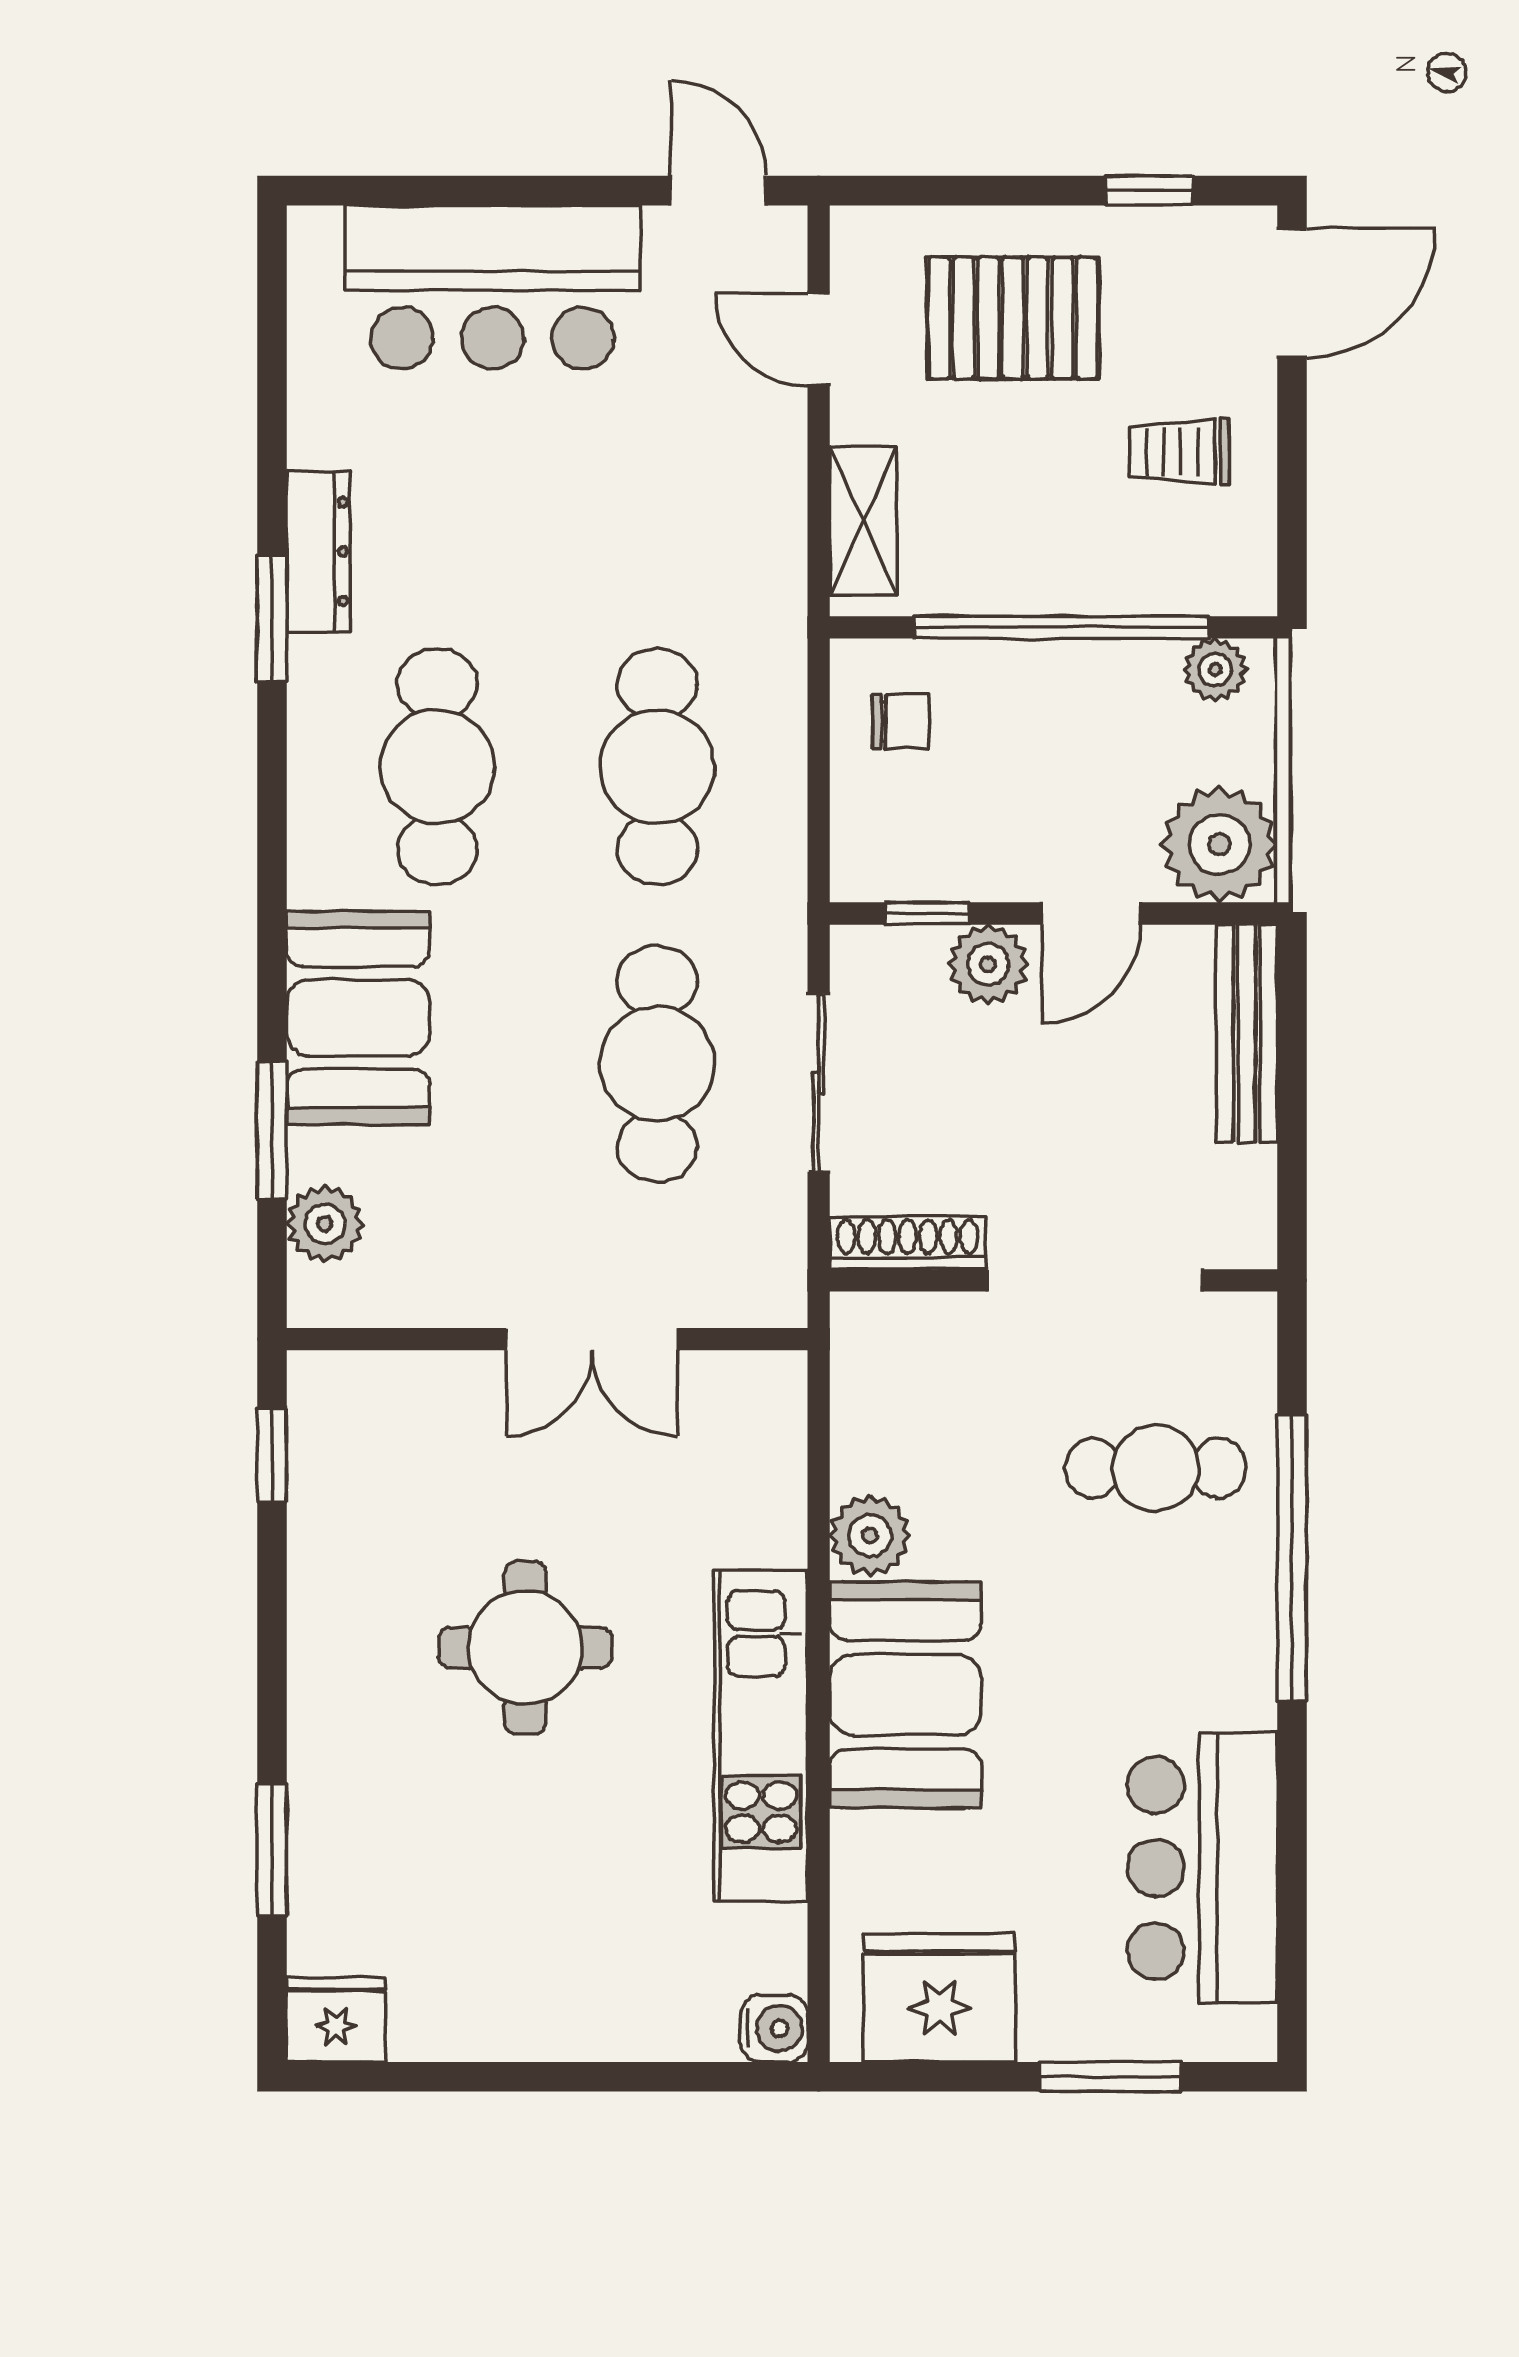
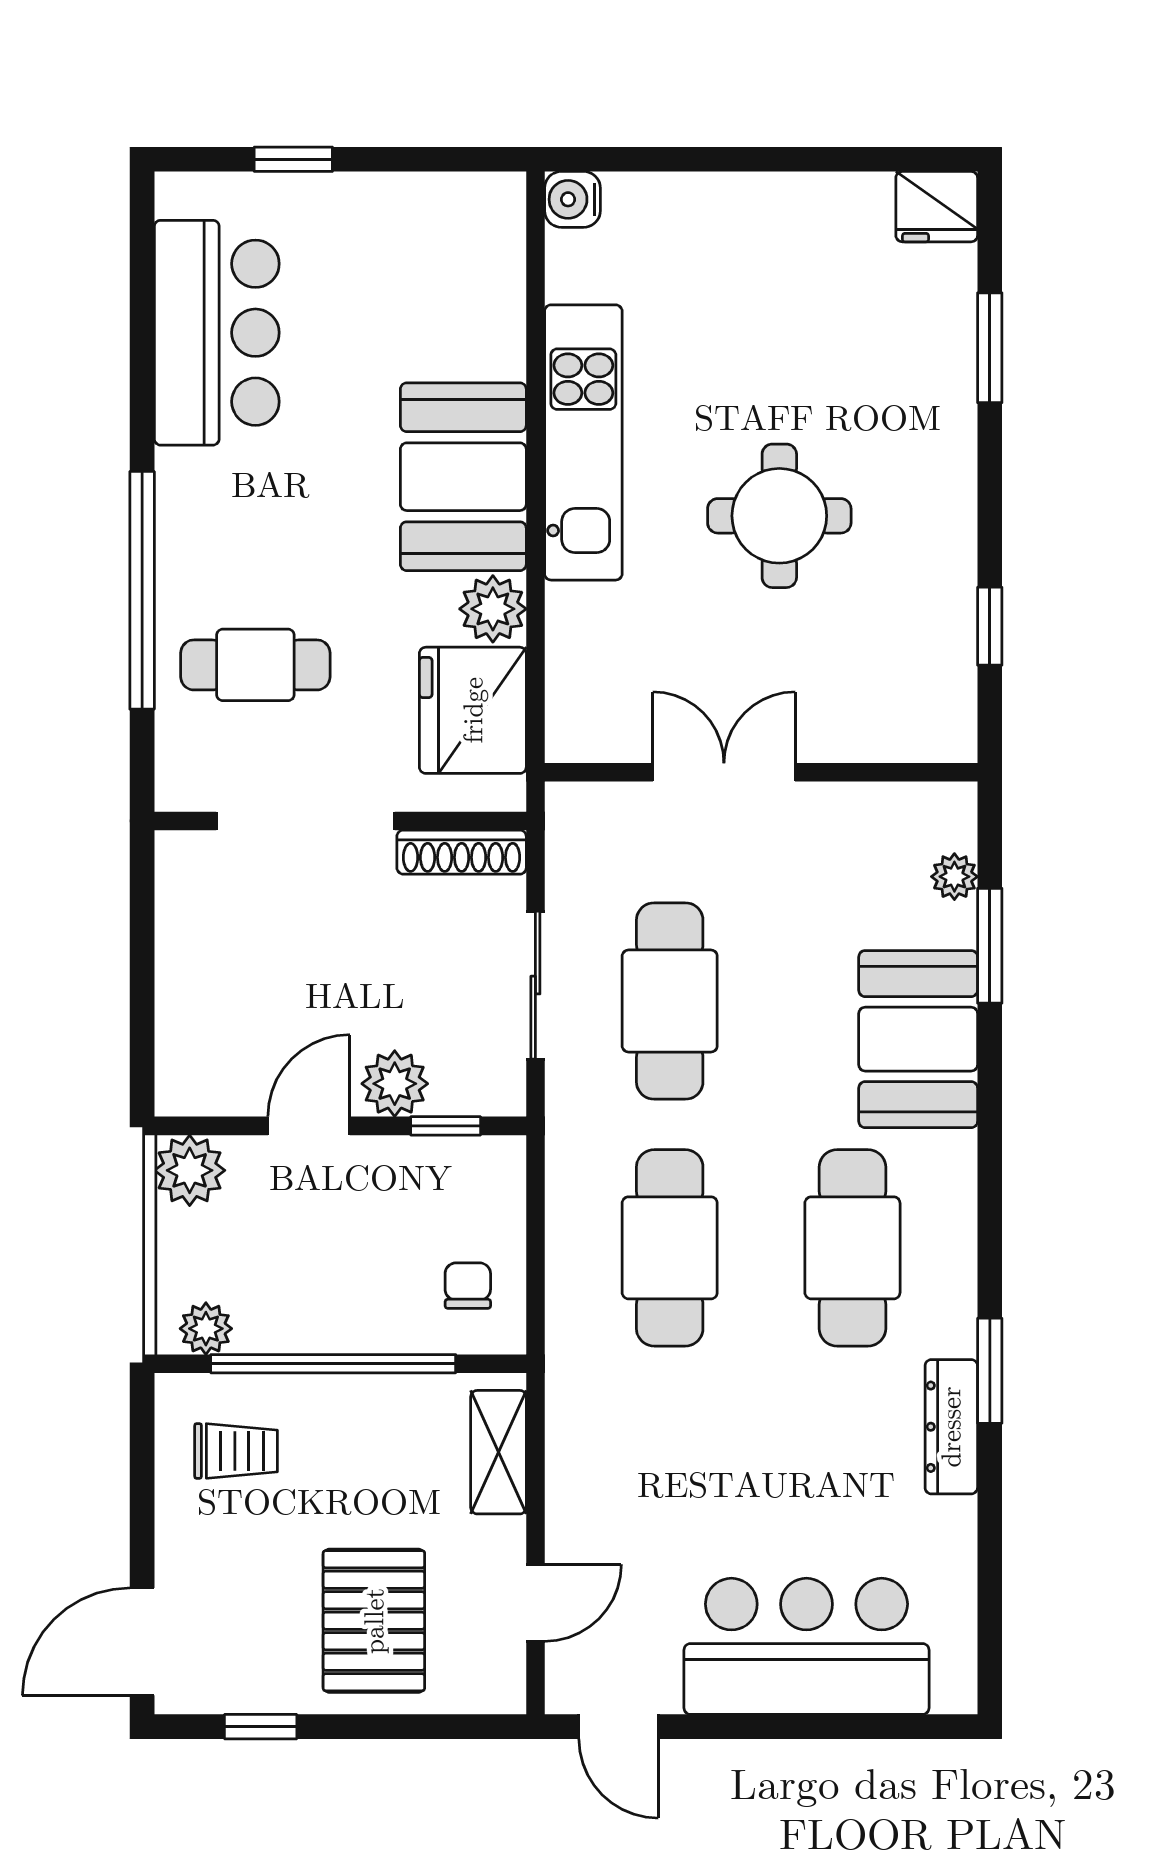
pallet: (1013, 318) -> (374, 1621), turned 90
door: (819, 340) -> (535, 1603), hinge flipped
trolley: (1179, 452) -> (236, 1451), moved
chair: (900, 721) -> (468, 1286), turned 90
plant: (1219, 845) -> (190, 1170), width x0.73, depth x0.73
bench: (1247, 1033) -> (180, 1026), removed
plant: (325, 1224) -> (954, 877), width x0.73, depth x0.73
window: (272, 1455) -> (990, 626), moved
fridge: (939, 1998) -> (473, 710), moved, turned 90
window: (1110, 2077) -> (293, 159), width x0.67

